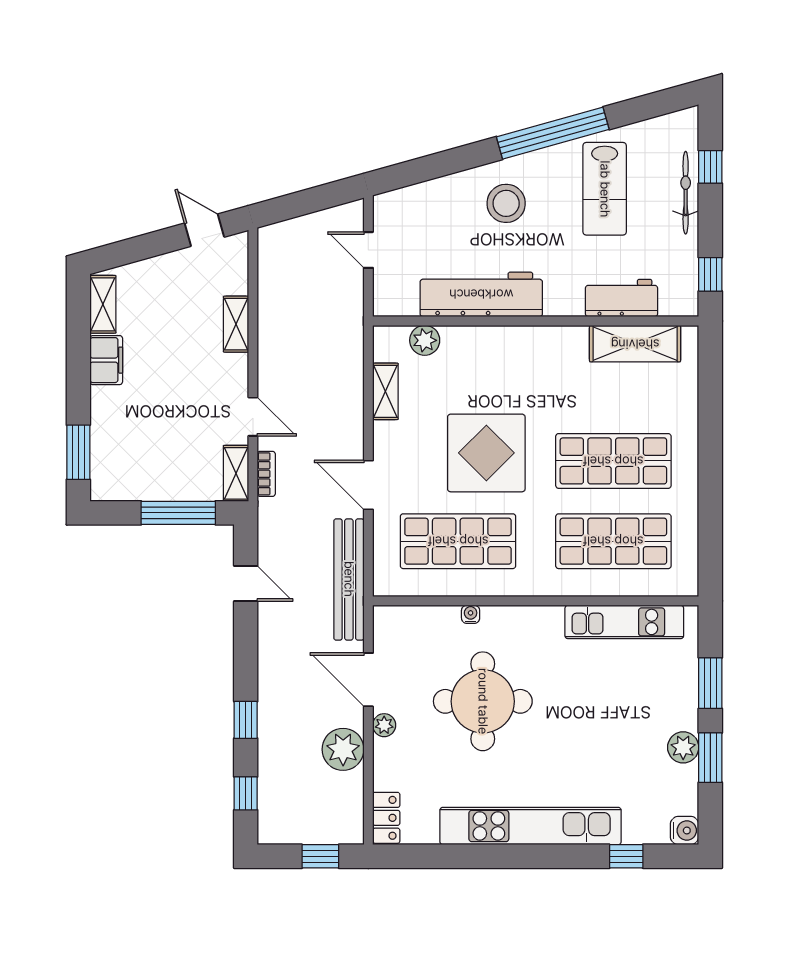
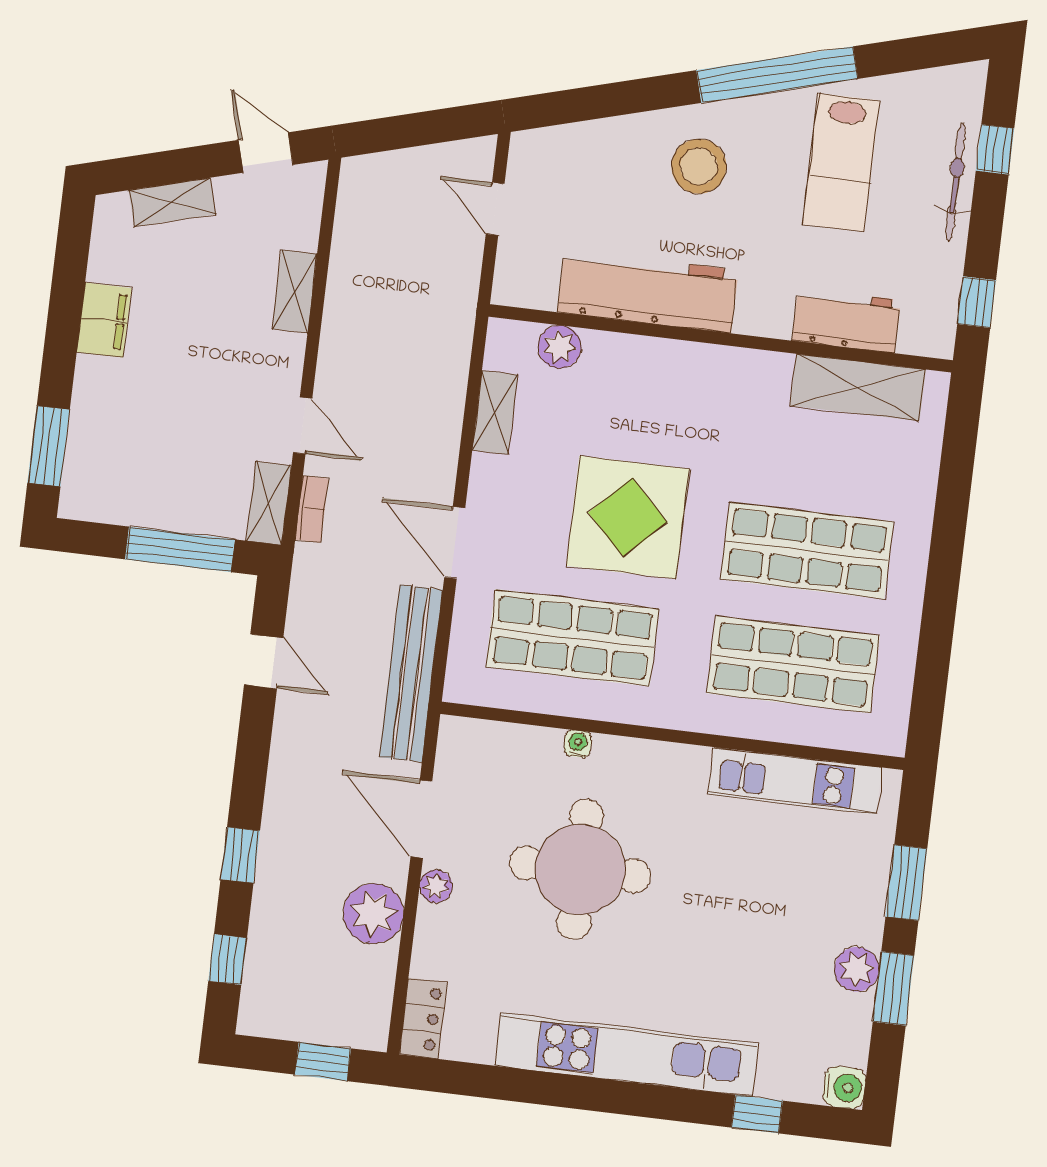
shelving: (103, 304) -> (172, 202), moved, turned 74

